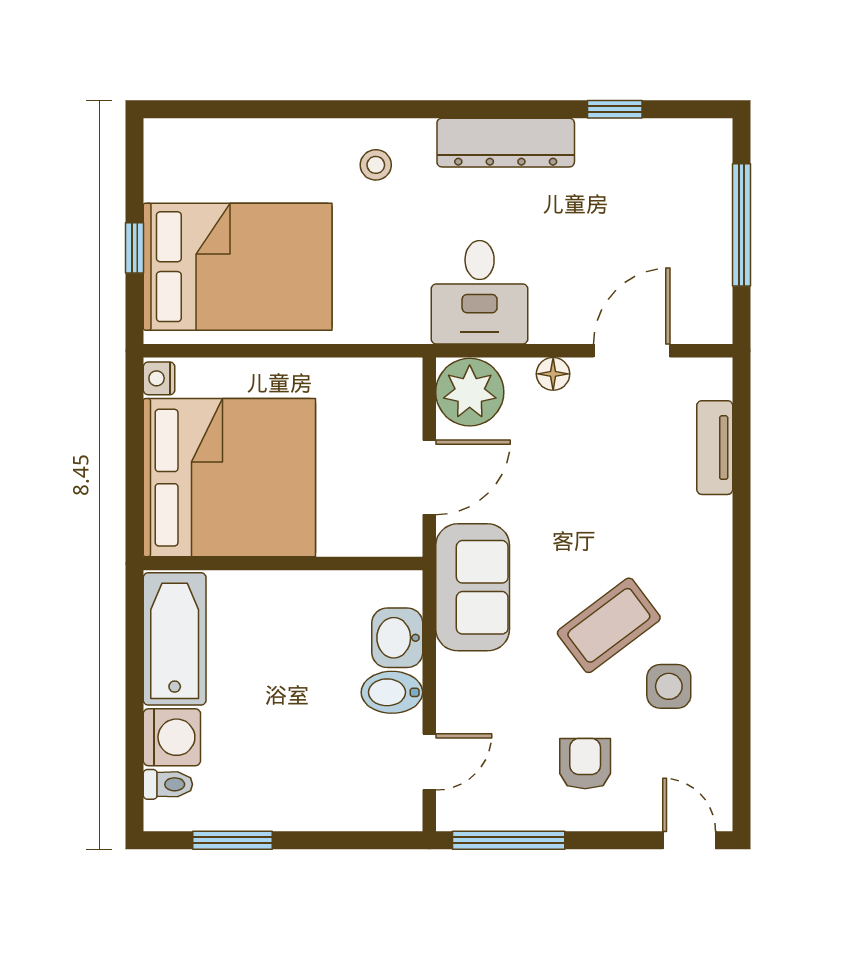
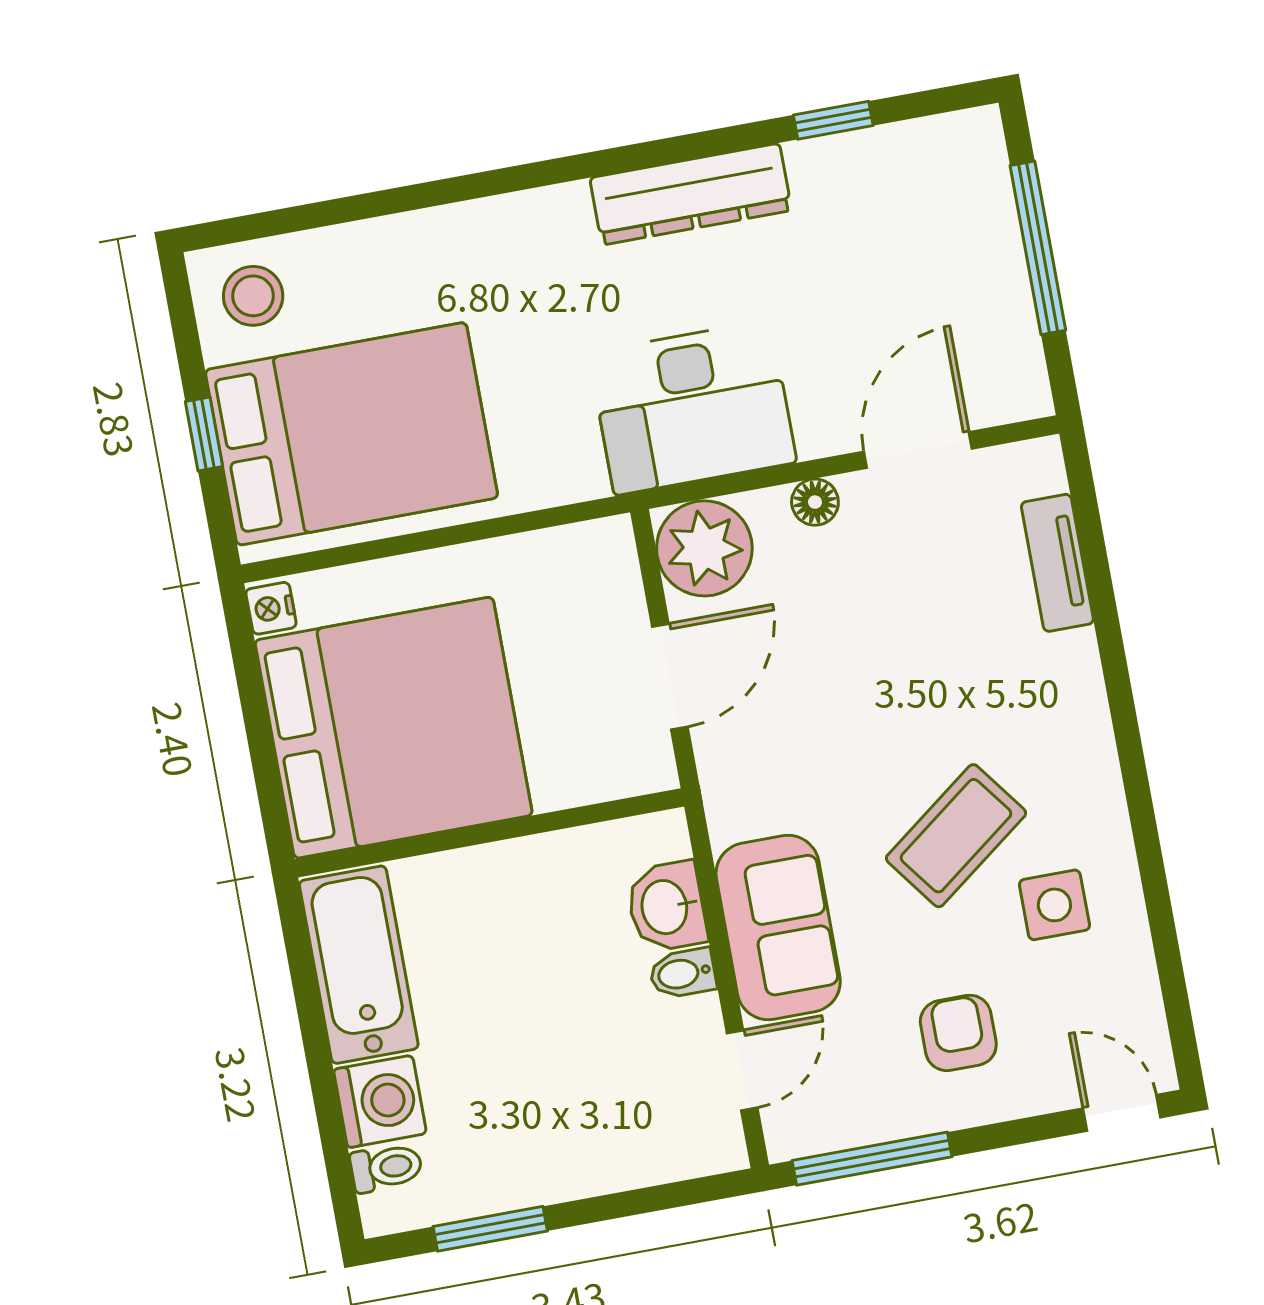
stool: (376, 165) -> (253, 296), moved, width x1.37, depth x1.37
desk: (480, 292) -> (693, 408), width x1.37
sofa: (473, 587) -> (778, 928), moved
bidet: (392, 692) -> (683, 973), width x0.72, depth x0.74

